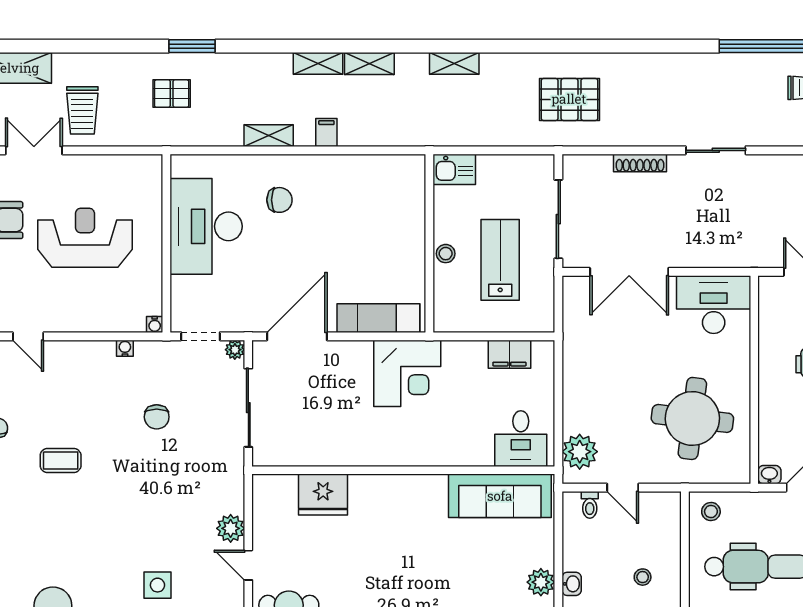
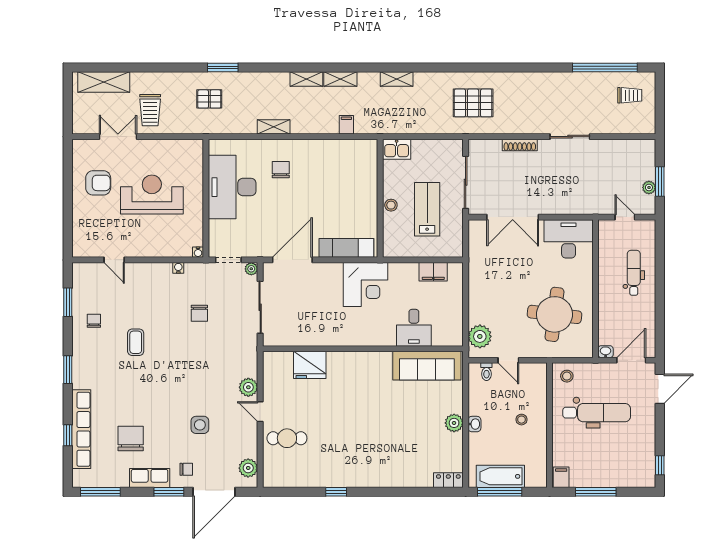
filing cabinet: (326, 132) -> (346, 125), moved
chair: (279, 200) -> (281, 170), turned -90
desk: (521, 439) -> (414, 328), moved
coffee table: (61, 460) -> (136, 342), turned 90

